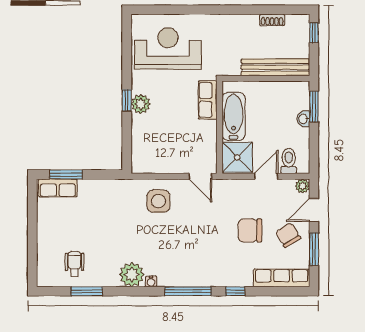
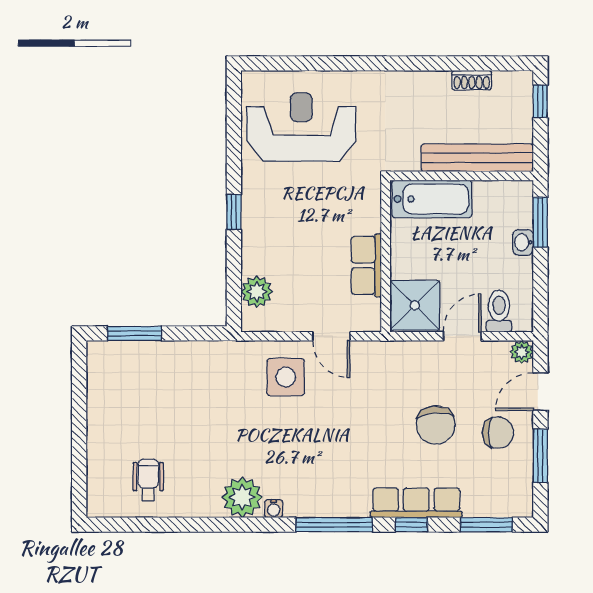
row of seats: (208, 100) -> (366, 265), moved
plant: (141, 104) -> (257, 292), moved
bathtub: (234, 116) -> (432, 199), moved, turned 90
door: (200, 176) -> (331, 336), moved
row of seats: (58, 188) -> (121, 355), removed
chair: (250, 230) -> (436, 425), turned -94
chair: (288, 235) -> (498, 433), turned 121
row of seats: (282, 278) -> (416, 503), moved
window: (87, 291) -> (486, 525), moved

